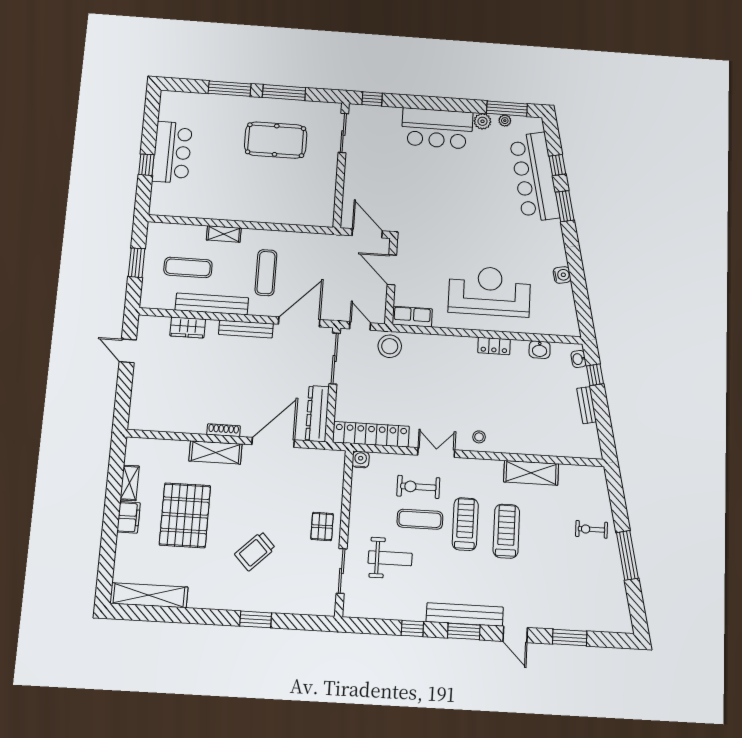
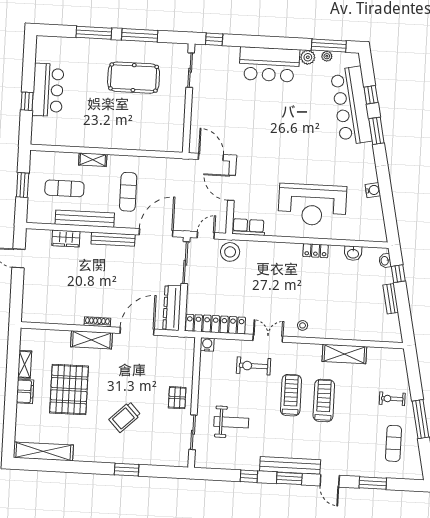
reception desk: (490, 291) -> (312, 205), turned 180
door: (360, 326) -> (206, 235), hinge flipped
exercise mat: (420, 519) -> (393, 443), moved, turned 90

